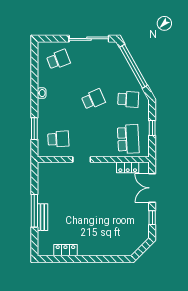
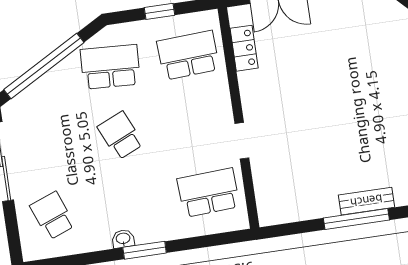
school desk: (128, 99) -> (110, 67), width x1.85
window: (34, 129) -> (145, 250), moved
school desk: (58, 139) -> (208, 193), width x1.85

